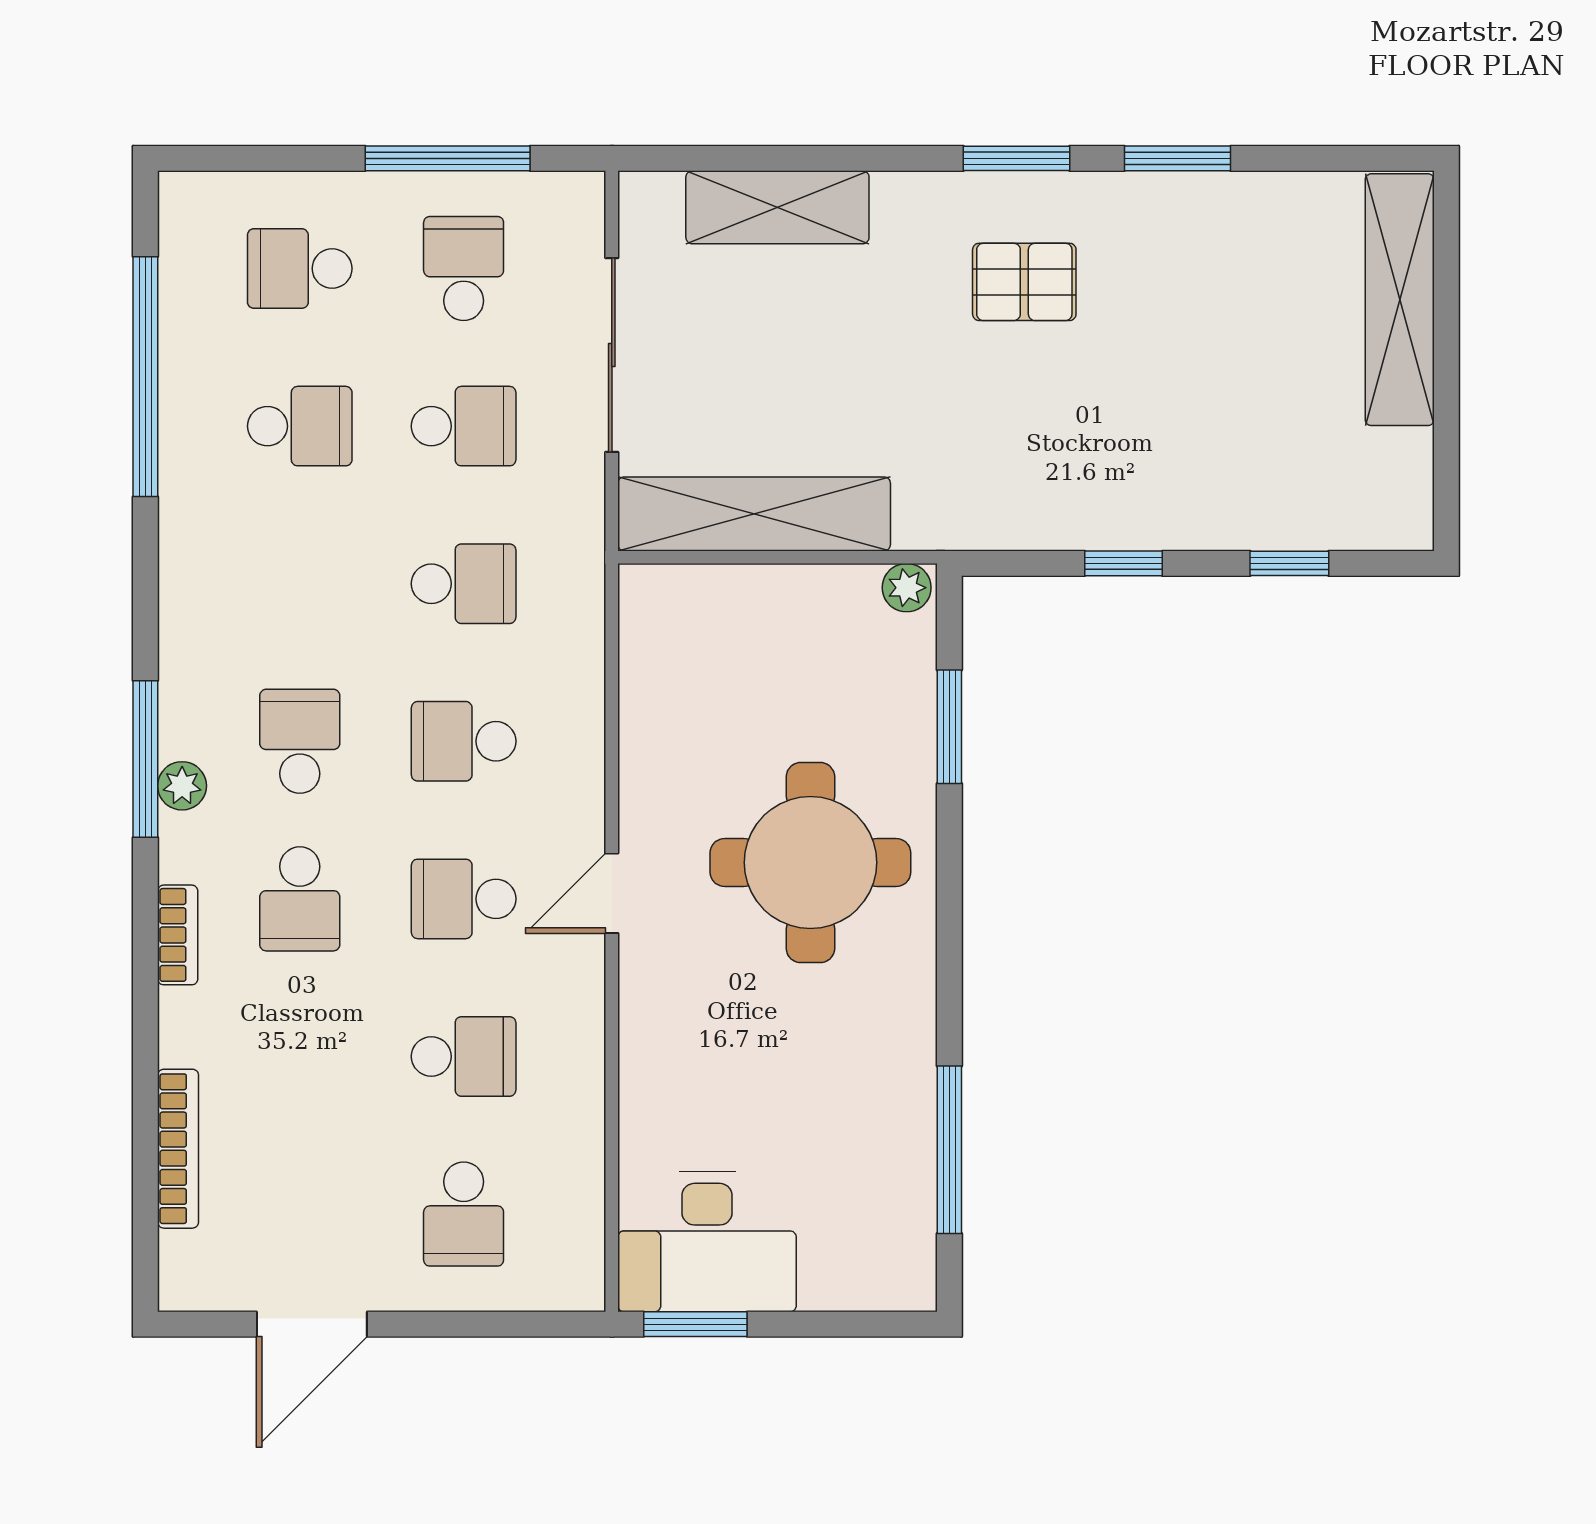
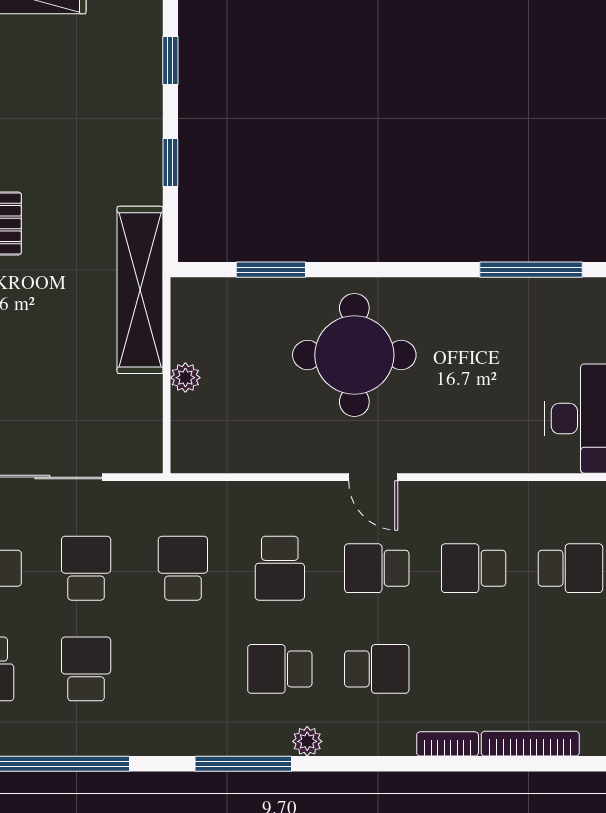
shelving: (754, 514) -> (140, 290), moved
plant: (907, 588) -> (185, 378), moved
window: (145, 759) -> (243, 764), moved
school desk: (464, 899) -> (377, 568), turned 90
bookcase: (178, 935) -> (448, 744), moved
school desk: (464, 1056) -> (474, 568), turned -90

